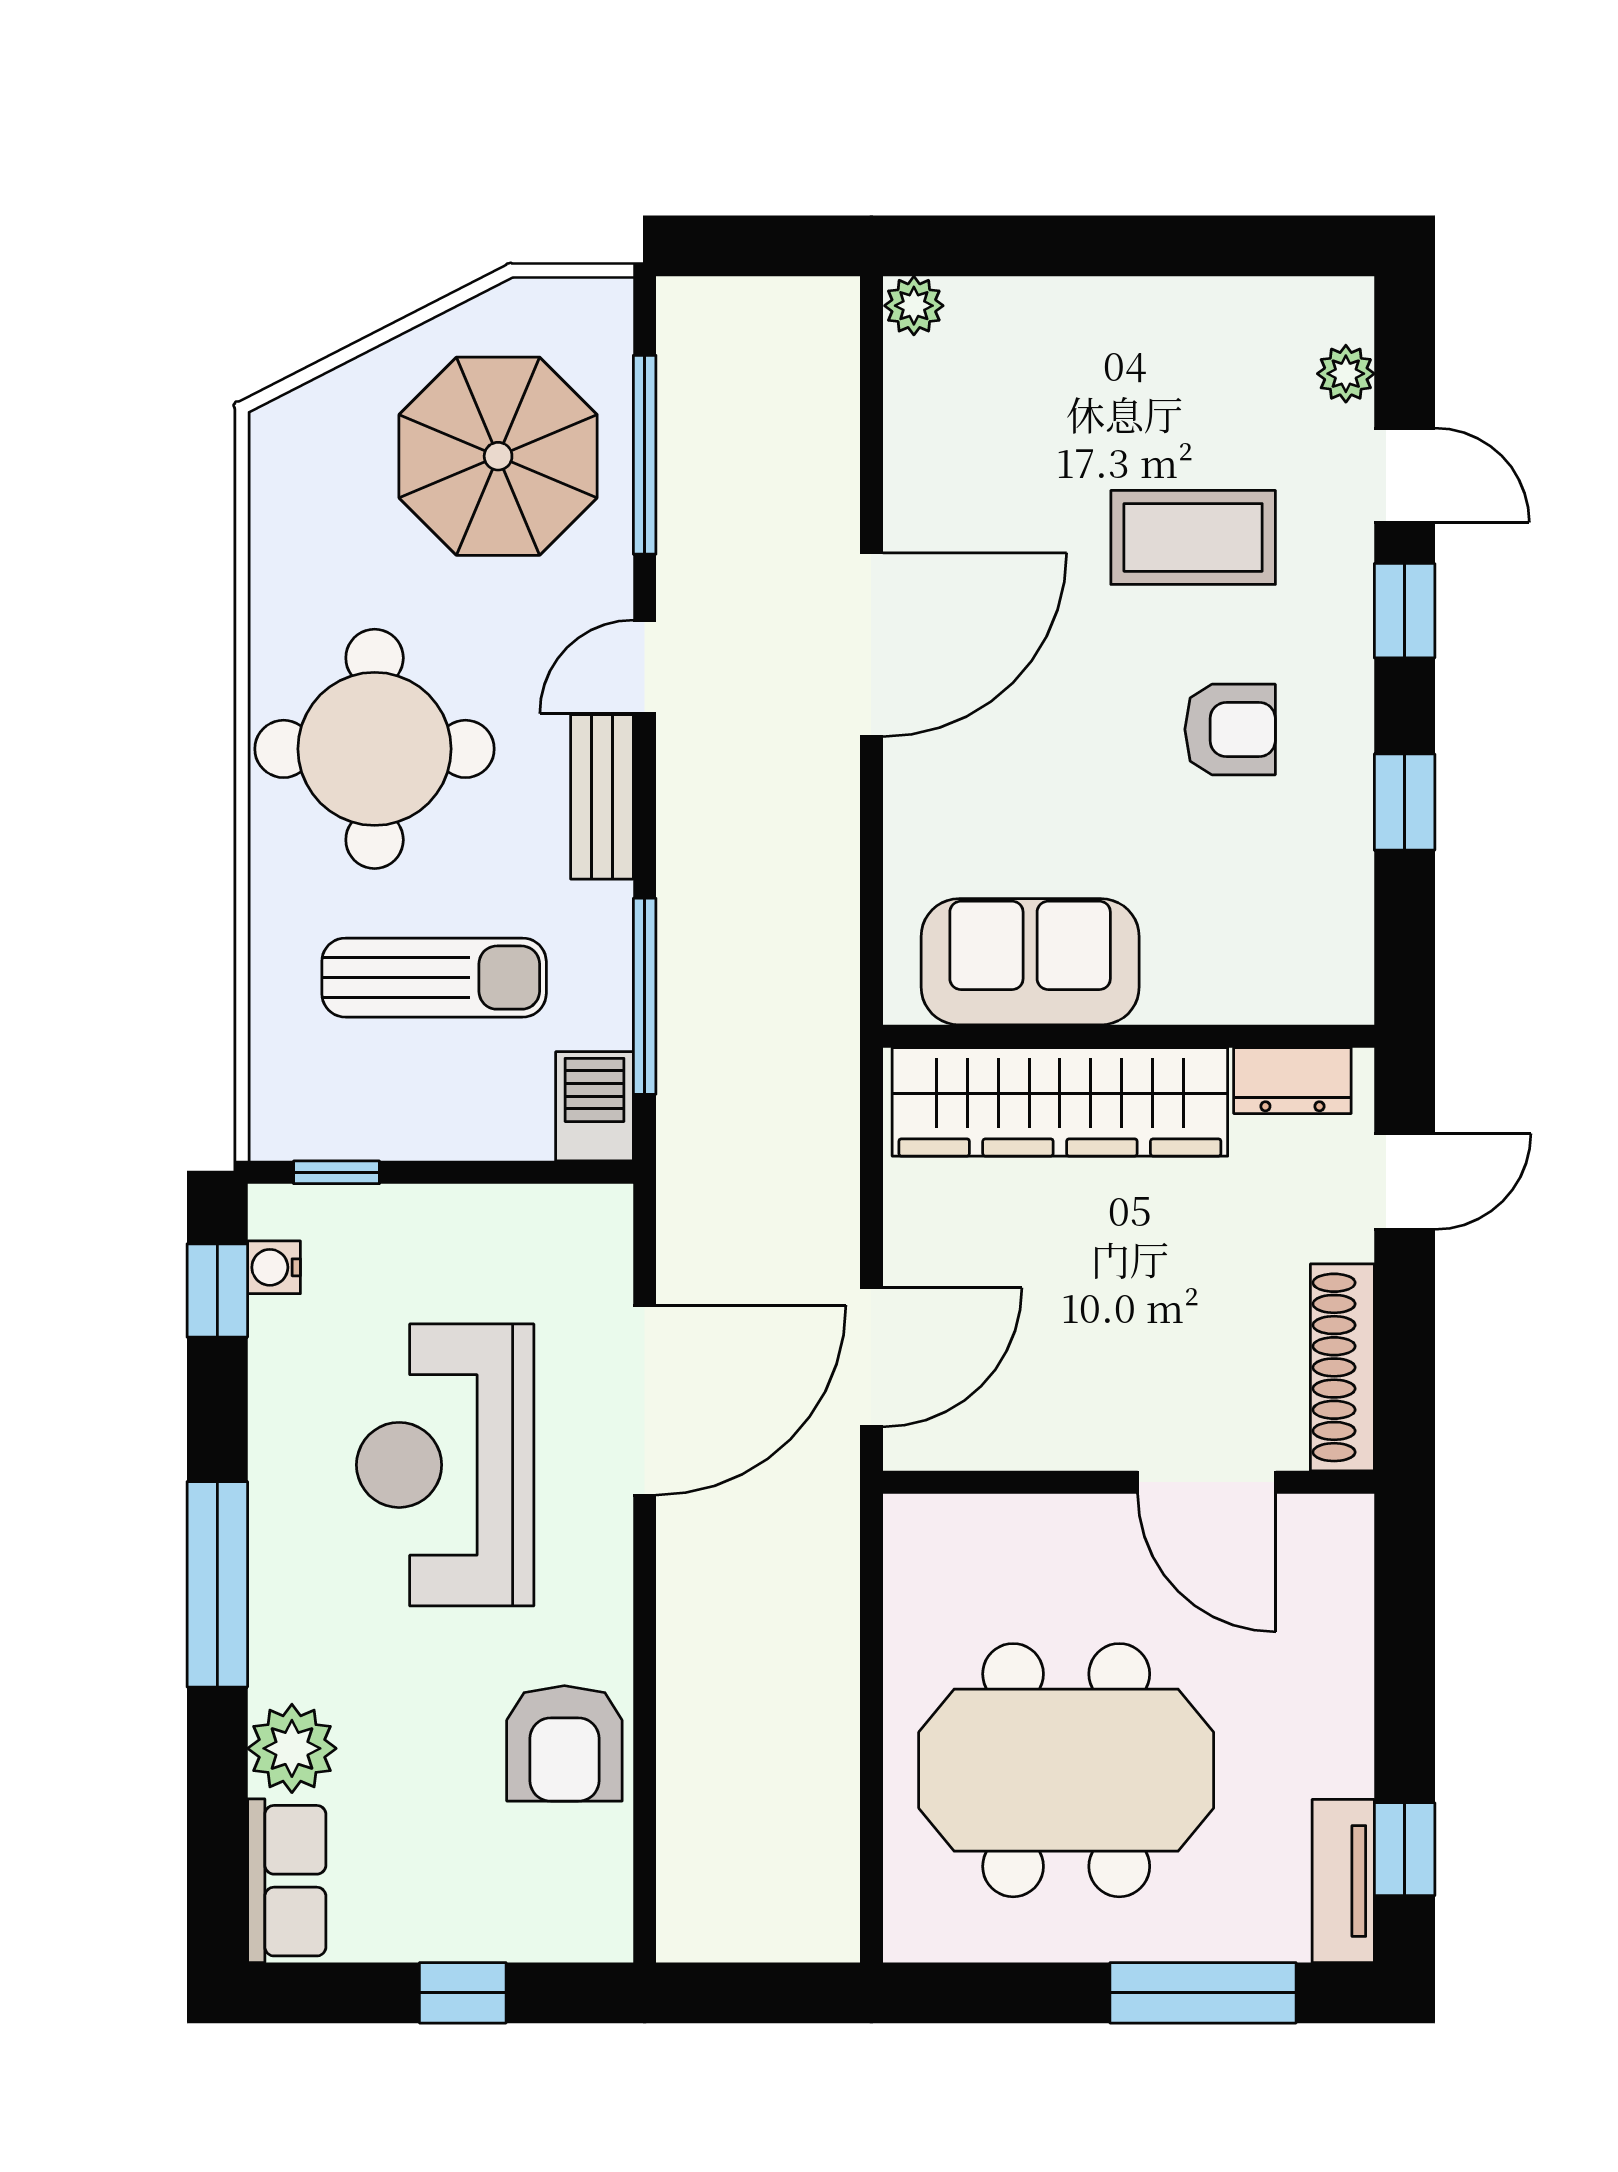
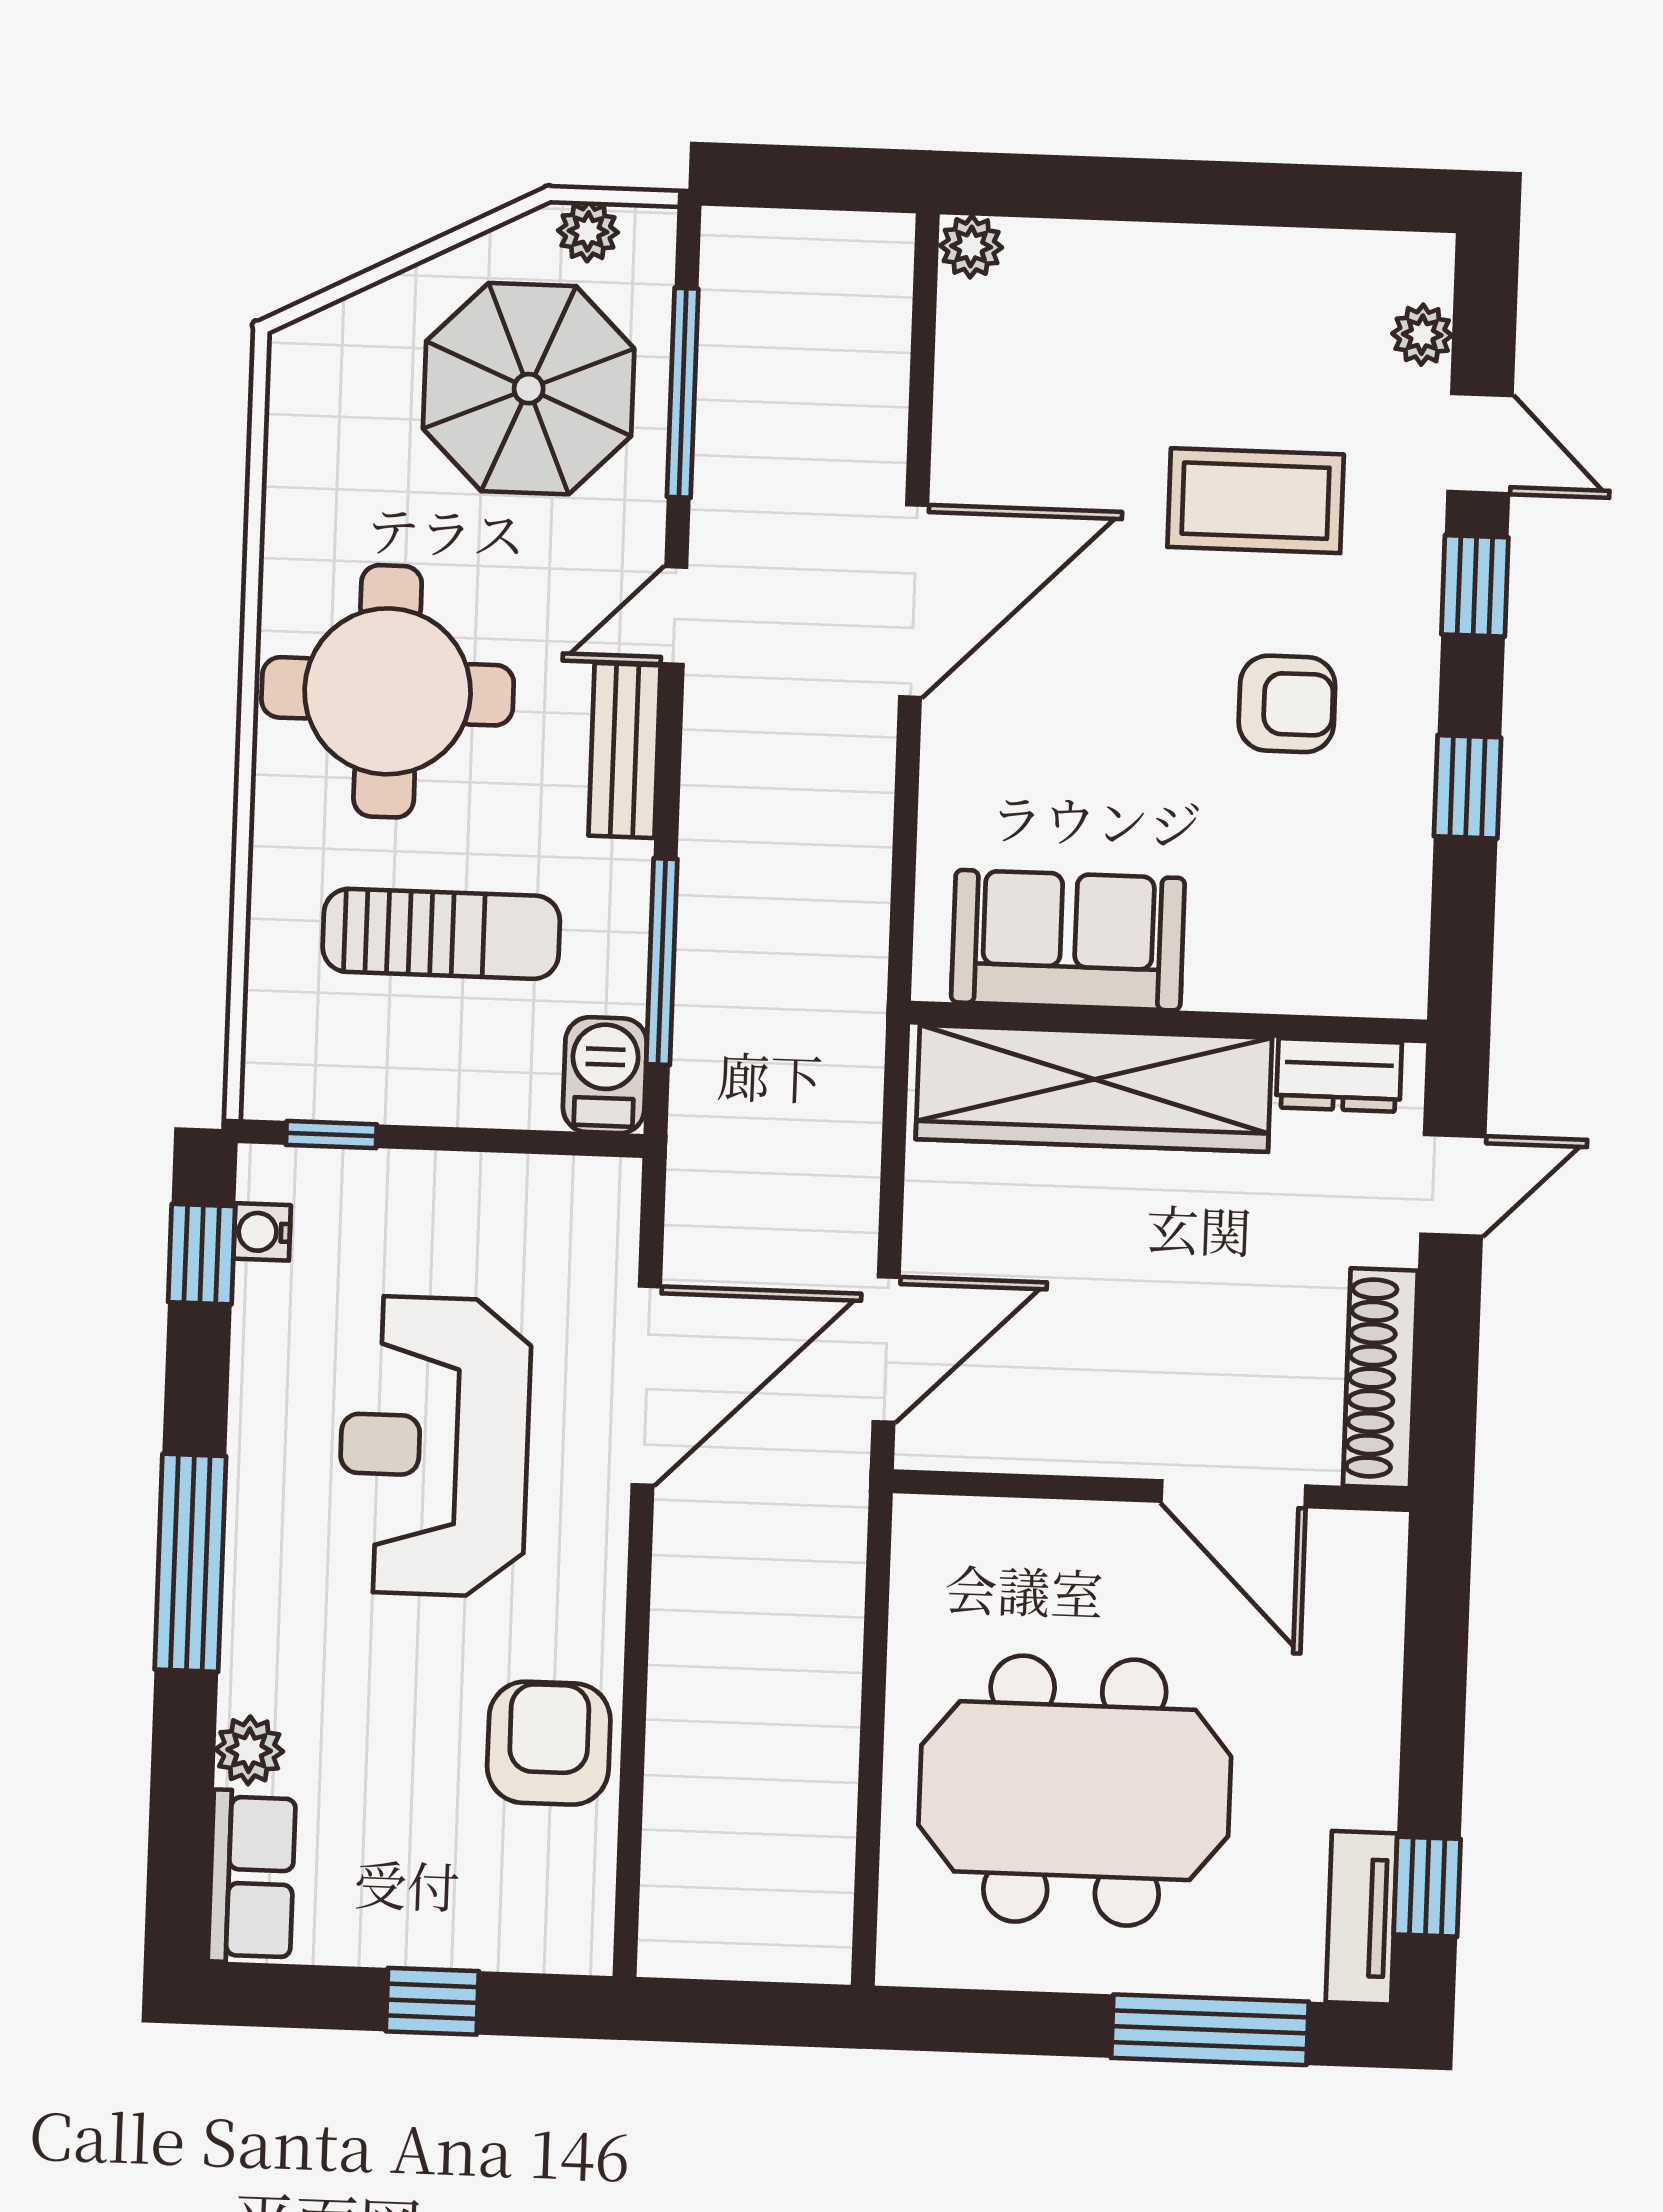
plant: (549, 305) -> (588, 231), added
armchair: (564, 1743) -> (549, 1743), turned 180
plant: (292, 1748) -> (249, 1750), width x0.73, depth x0.73

